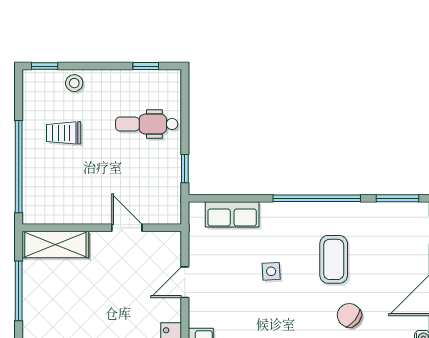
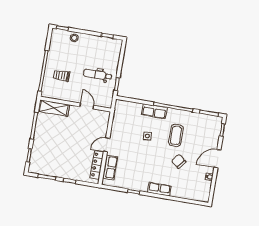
dental chair: (147, 124) -> (98, 75), moved
trolley: (64, 133) -> (61, 76), moved
row of seats: (232, 214) -> (154, 111), moved
door: (185, 282) -> (107, 145), moved

